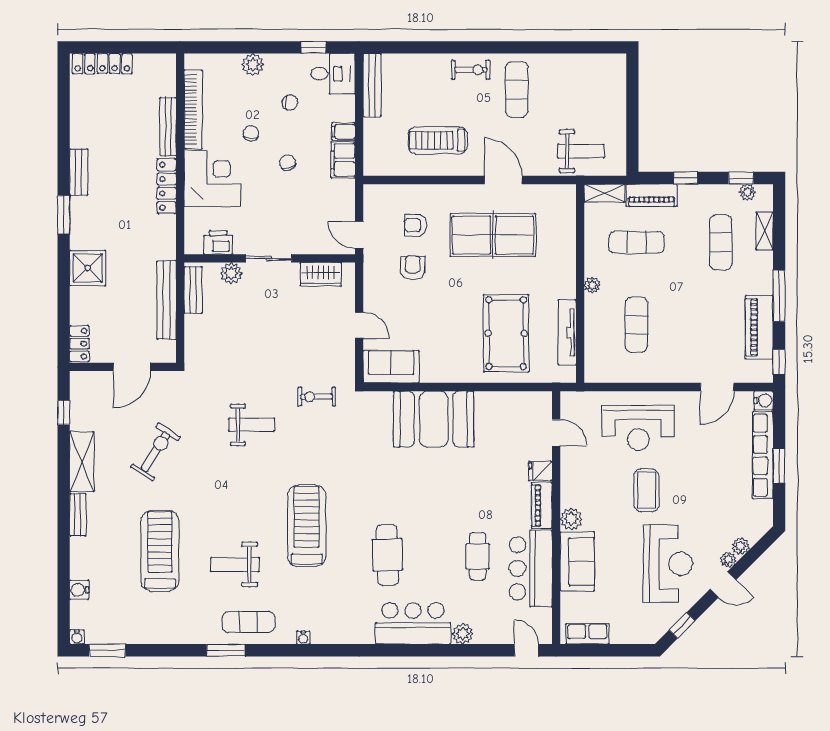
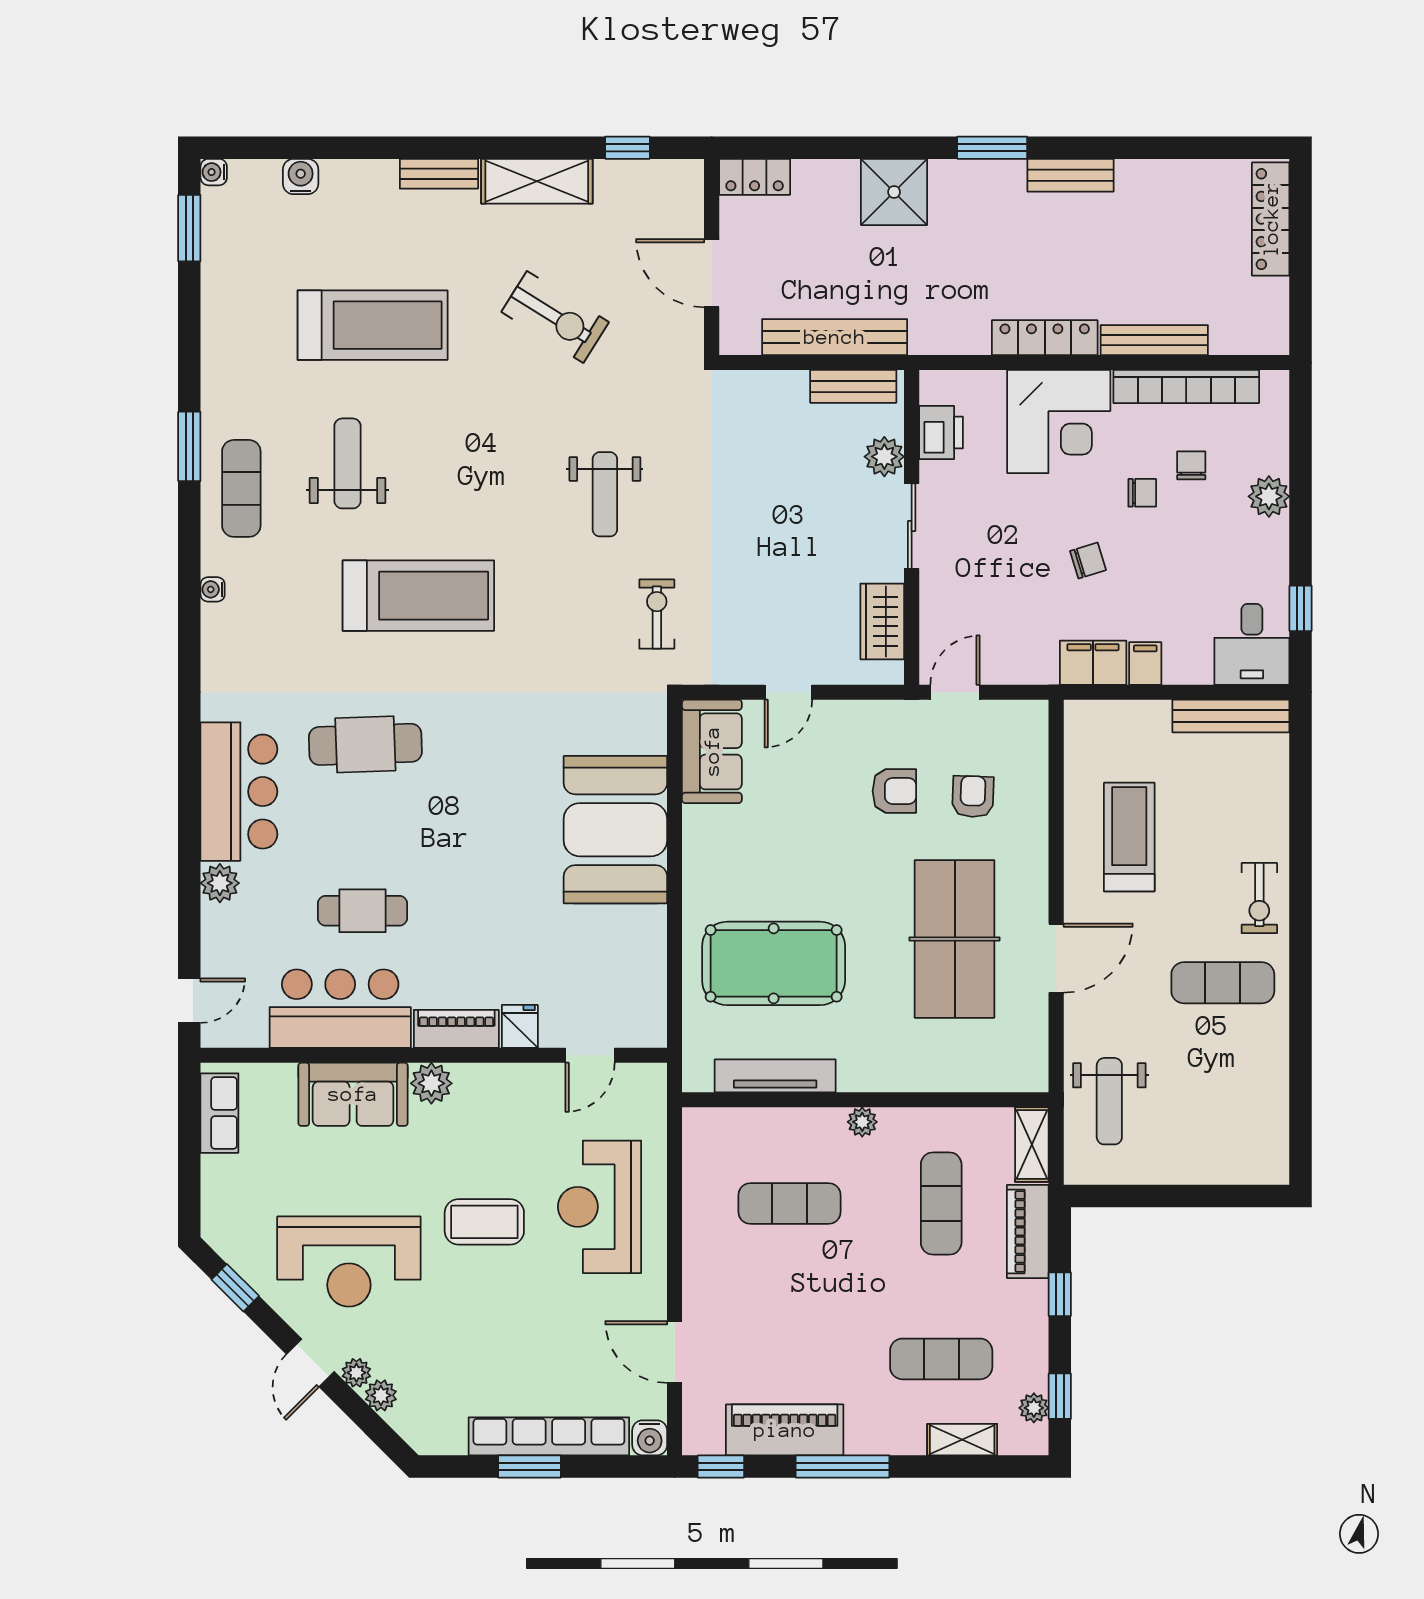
chair: (290, 102) -> (1191, 465), moved, turned 180

